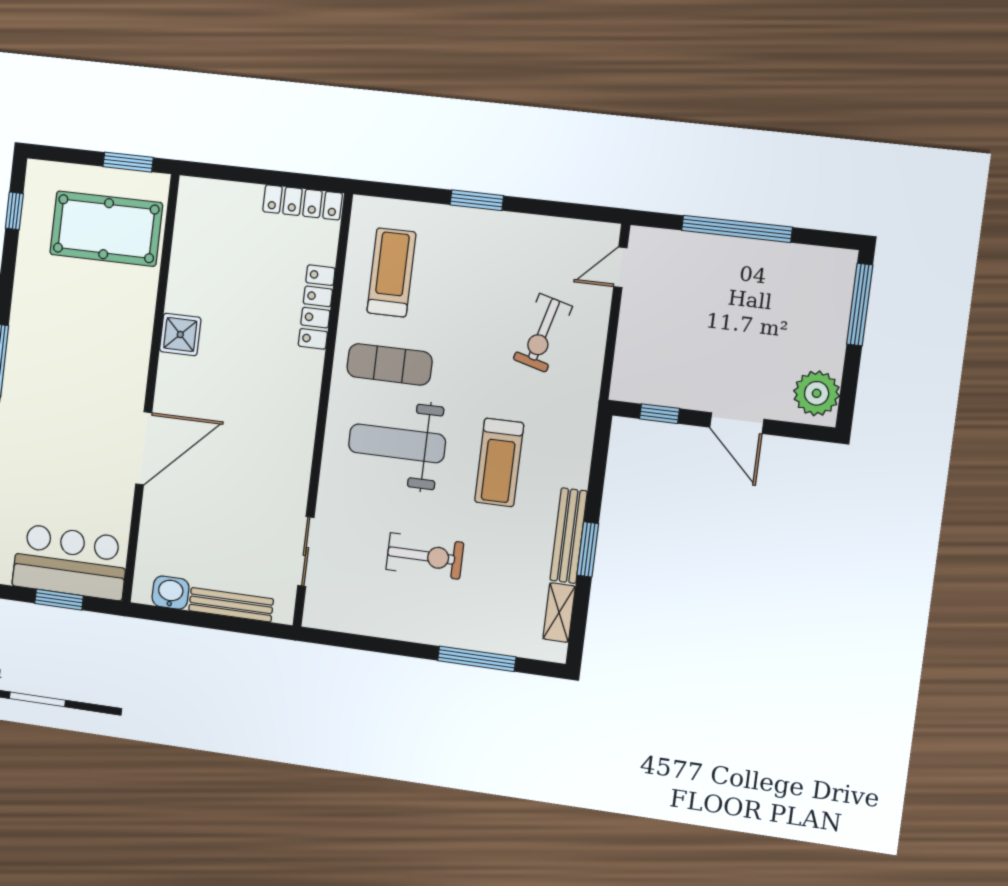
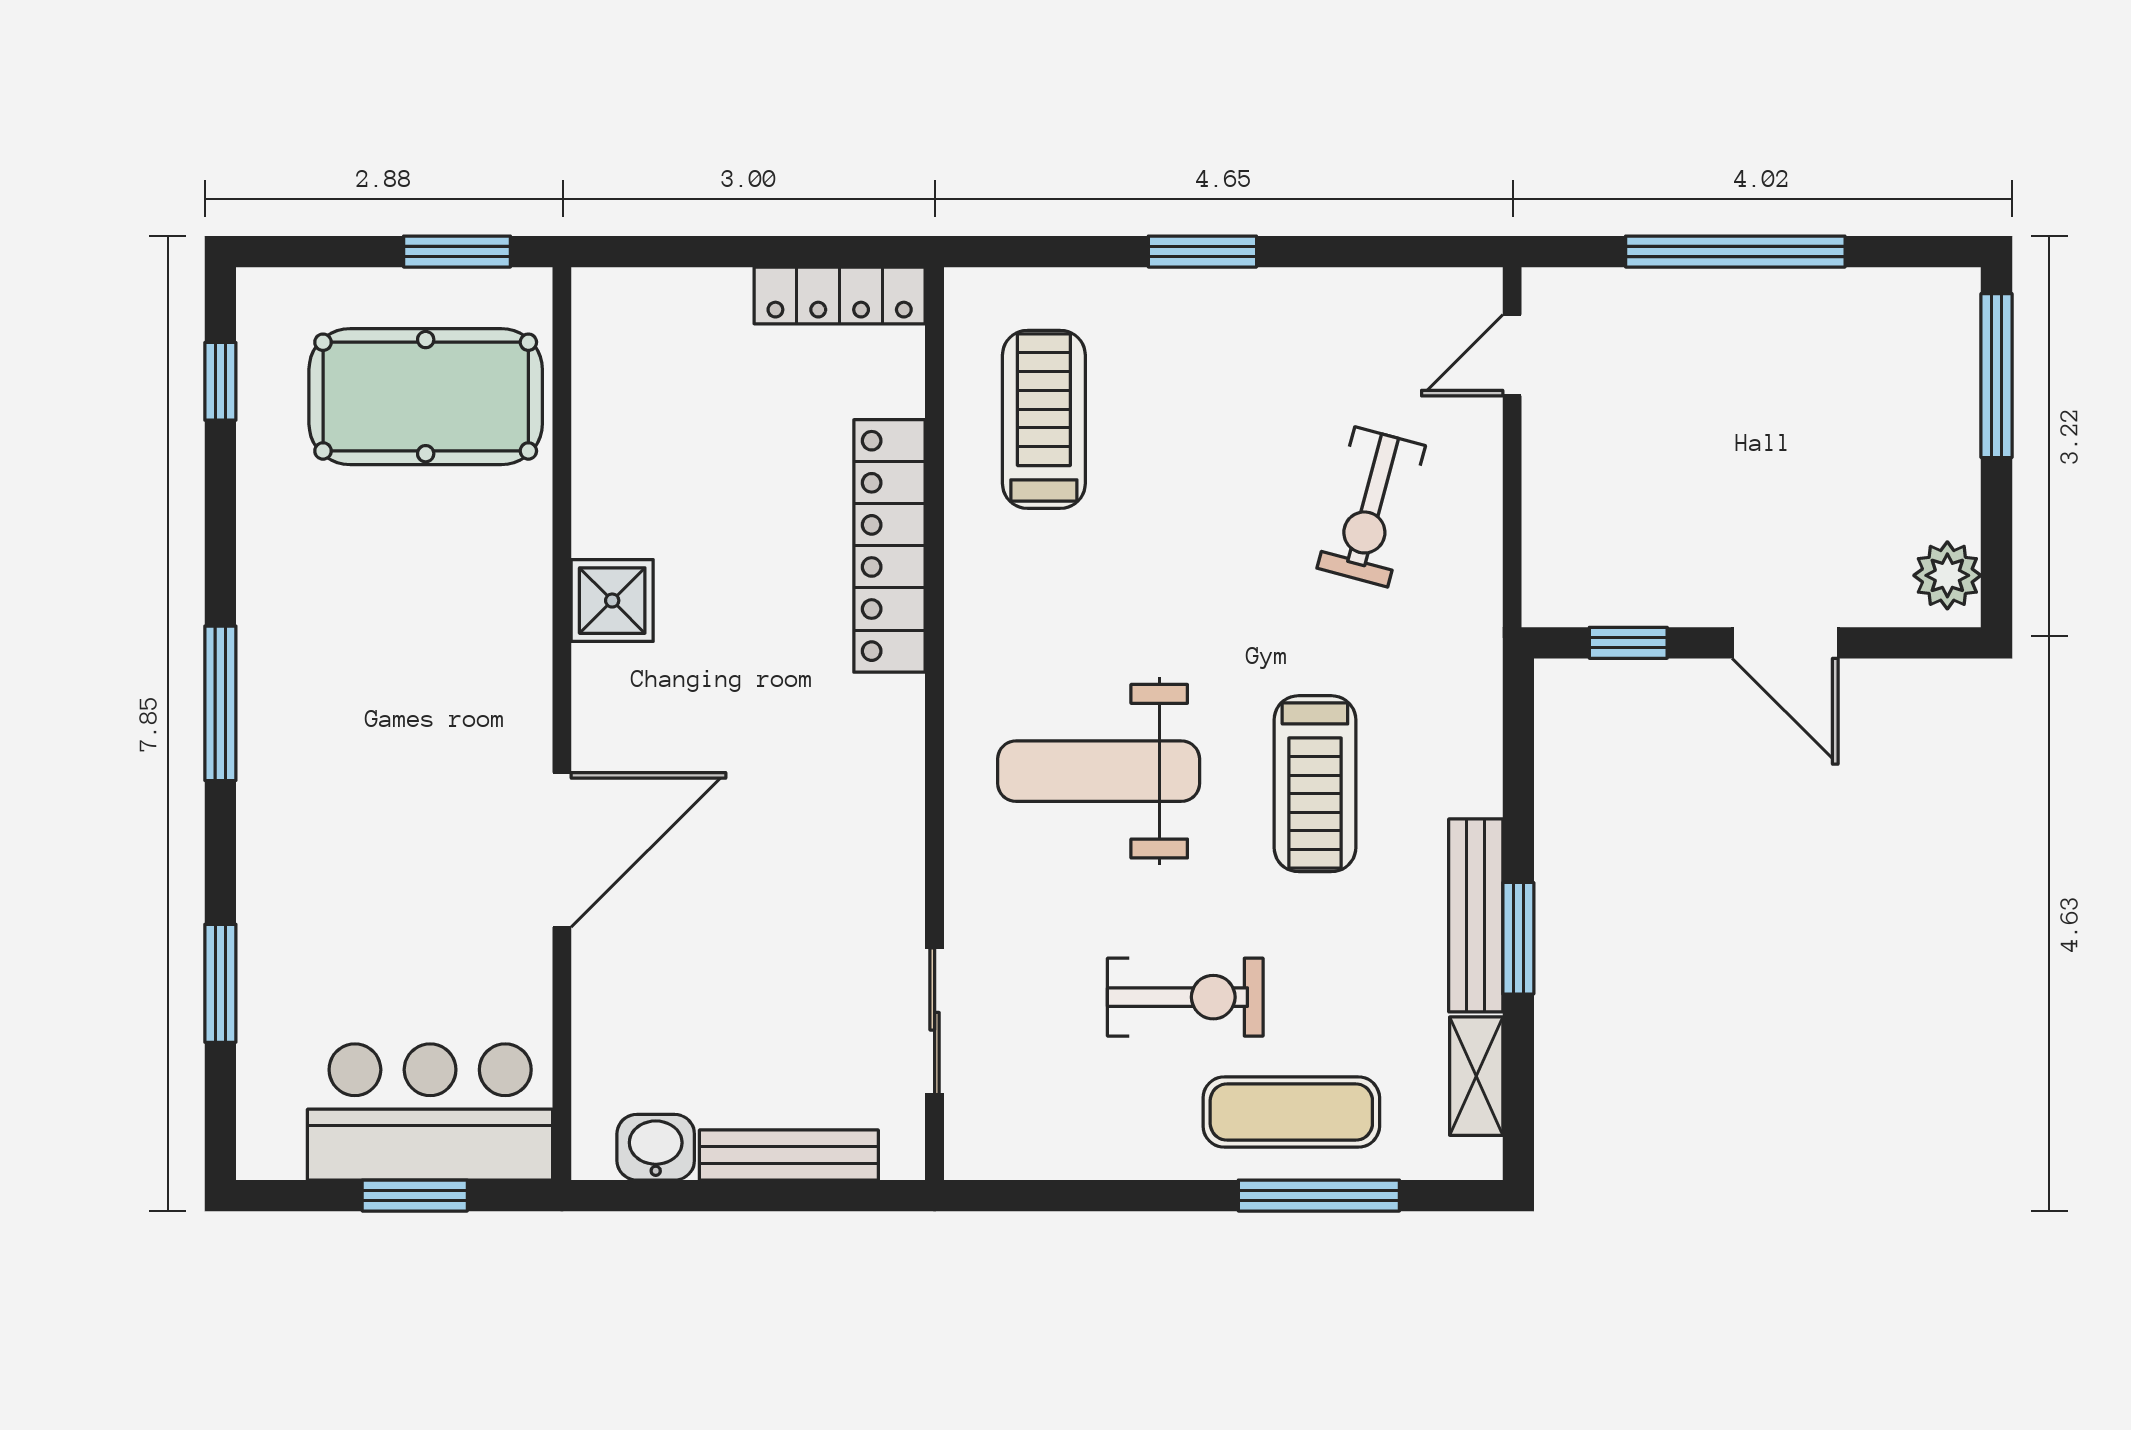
locker: (317, 307) -> (890, 546), width x1.41, depth x1.21
exercise mat: (389, 364) -> (1291, 1112), moved
plant: (817, 393) -> (1947, 575), width x0.73, depth x0.73

